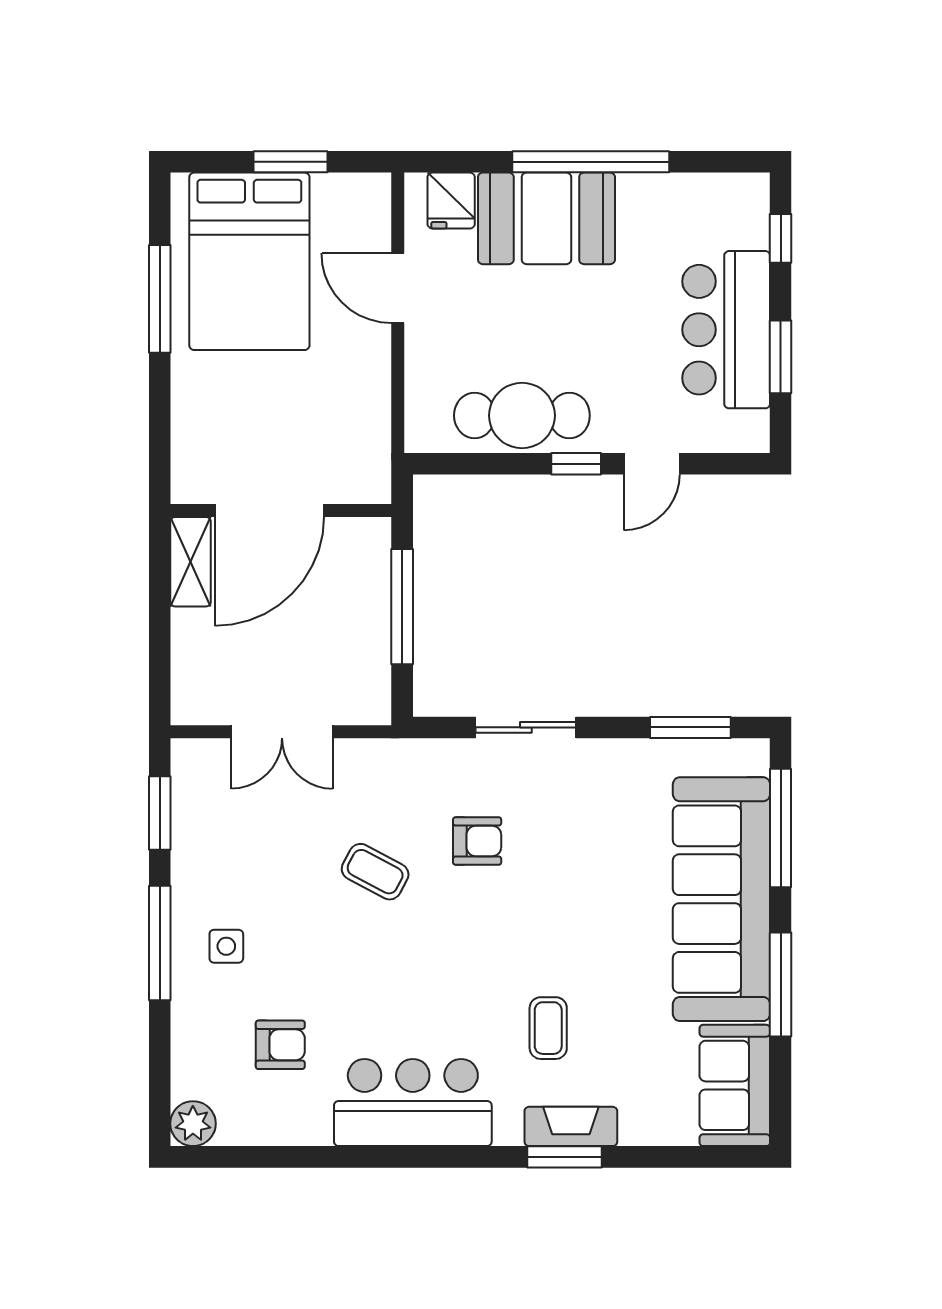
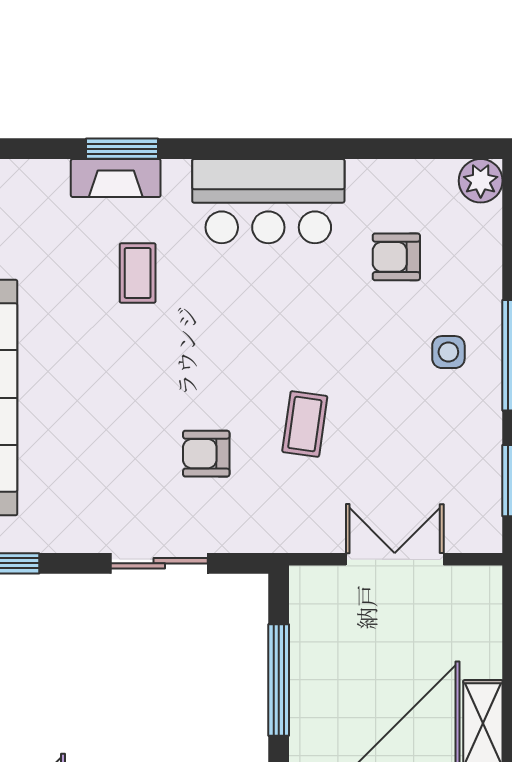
coffee table: (375, 872) -> (305, 424), turned 70

